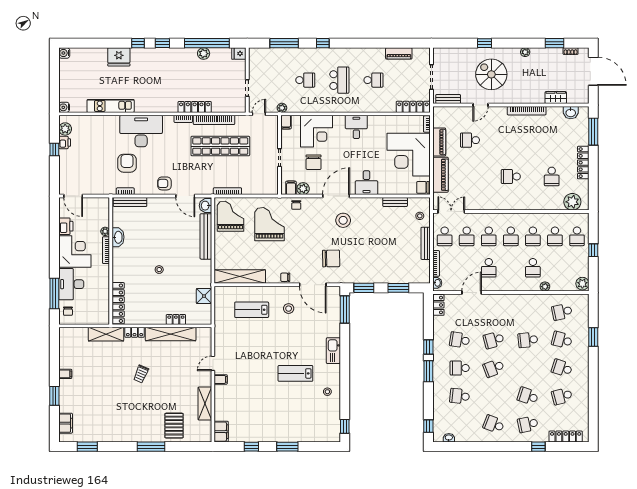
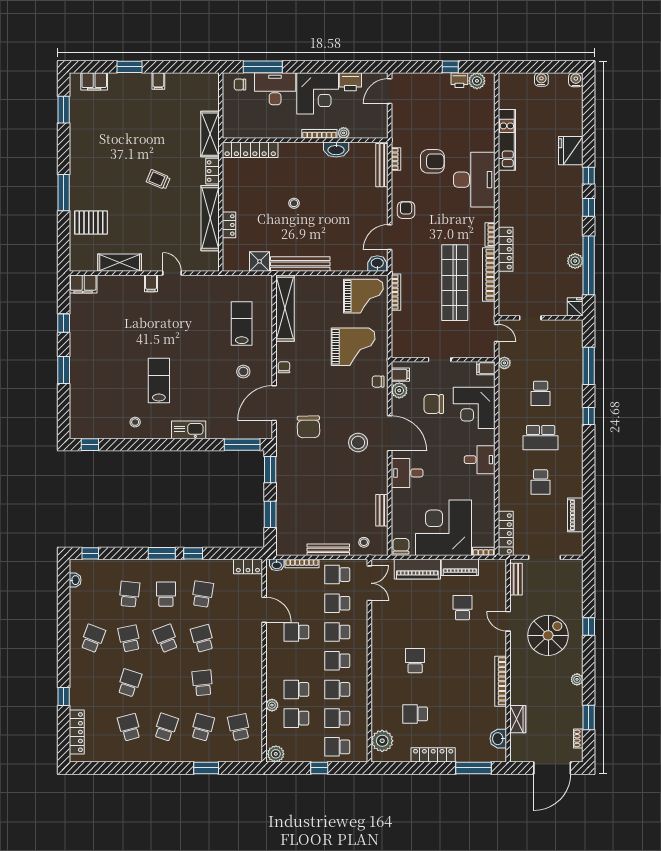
water cooler: (64, 107) -> (541, 79), moved
bench: (206, 236) -> (300, 264), moved
school desk: (555, 268) -> (296, 718), added
school desk: (528, 424) -> (129, 639), moved

